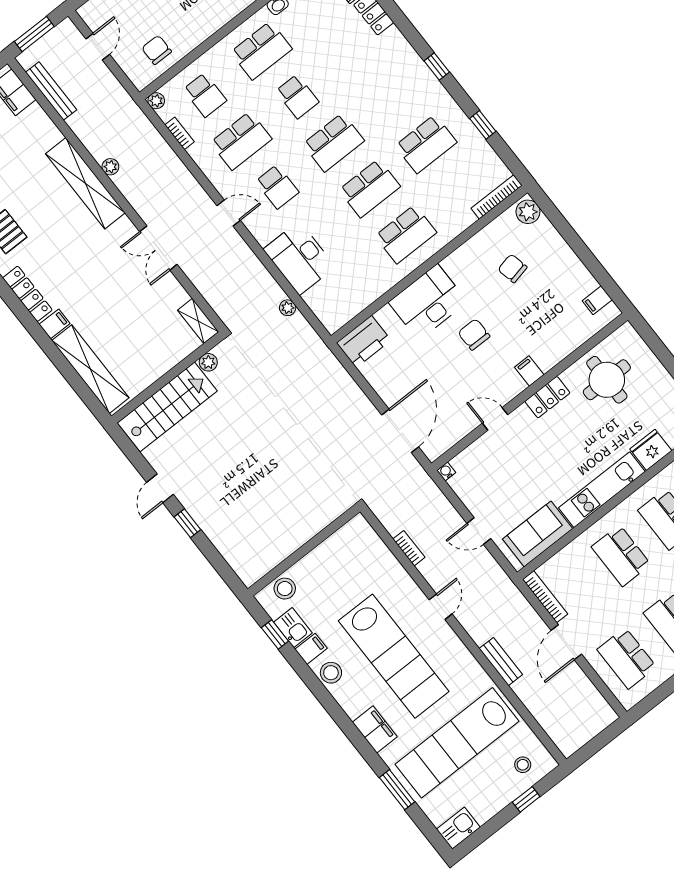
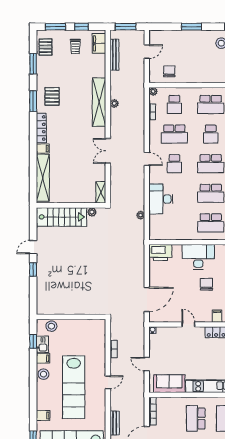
filing cabinet: (375, 729) -> (43, 416), width x0.50

